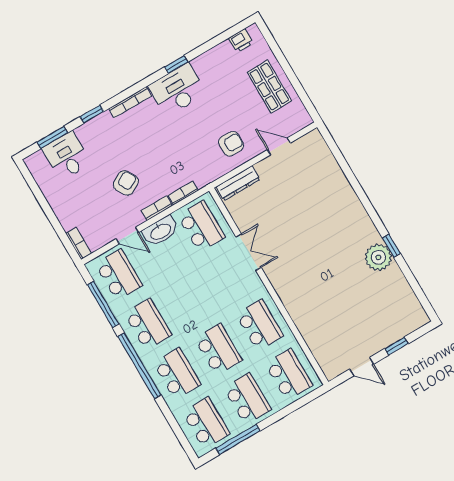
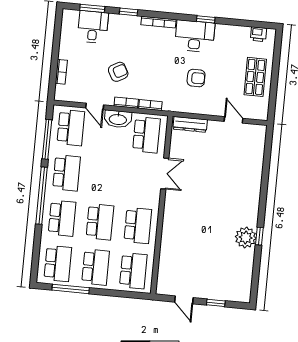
armchair: (231, 144) -> (196, 78), moved
bookcase: (79, 243) -> (61, 72), moved

